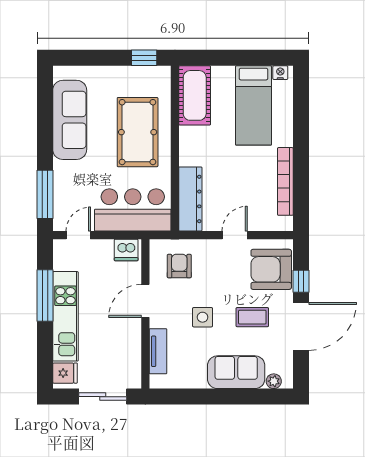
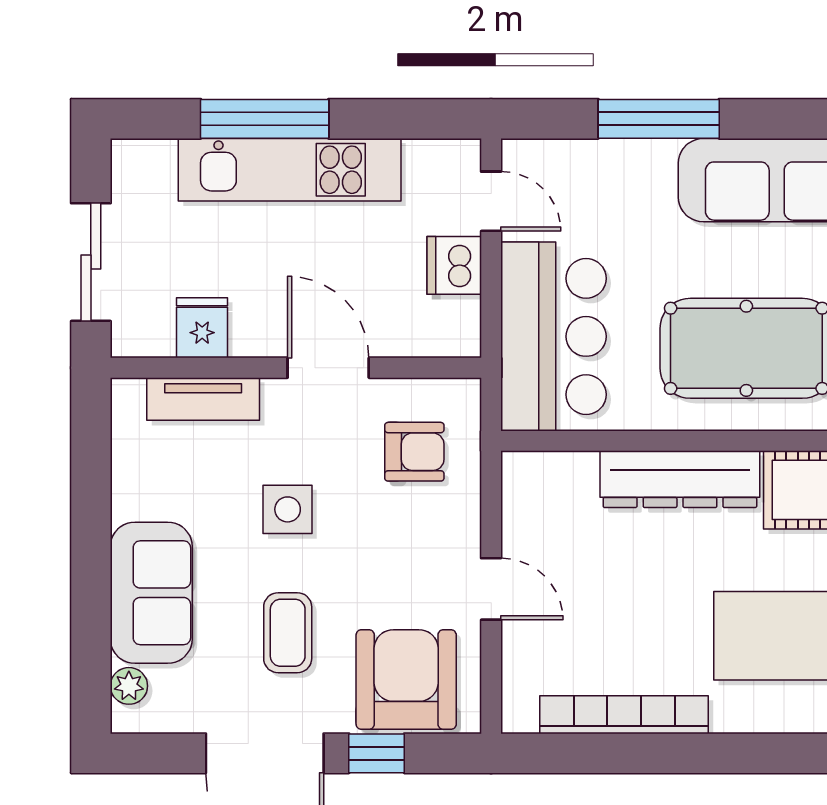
window: (45, 194) -> (659, 119), moved
dresser: (190, 199) -> (680, 479), moved
dishwasher: (126, 250) -> (454, 265), moved
window: (45, 296) -> (265, 119), moved
fridge: (65, 373) -> (202, 328), moved, turned 180

